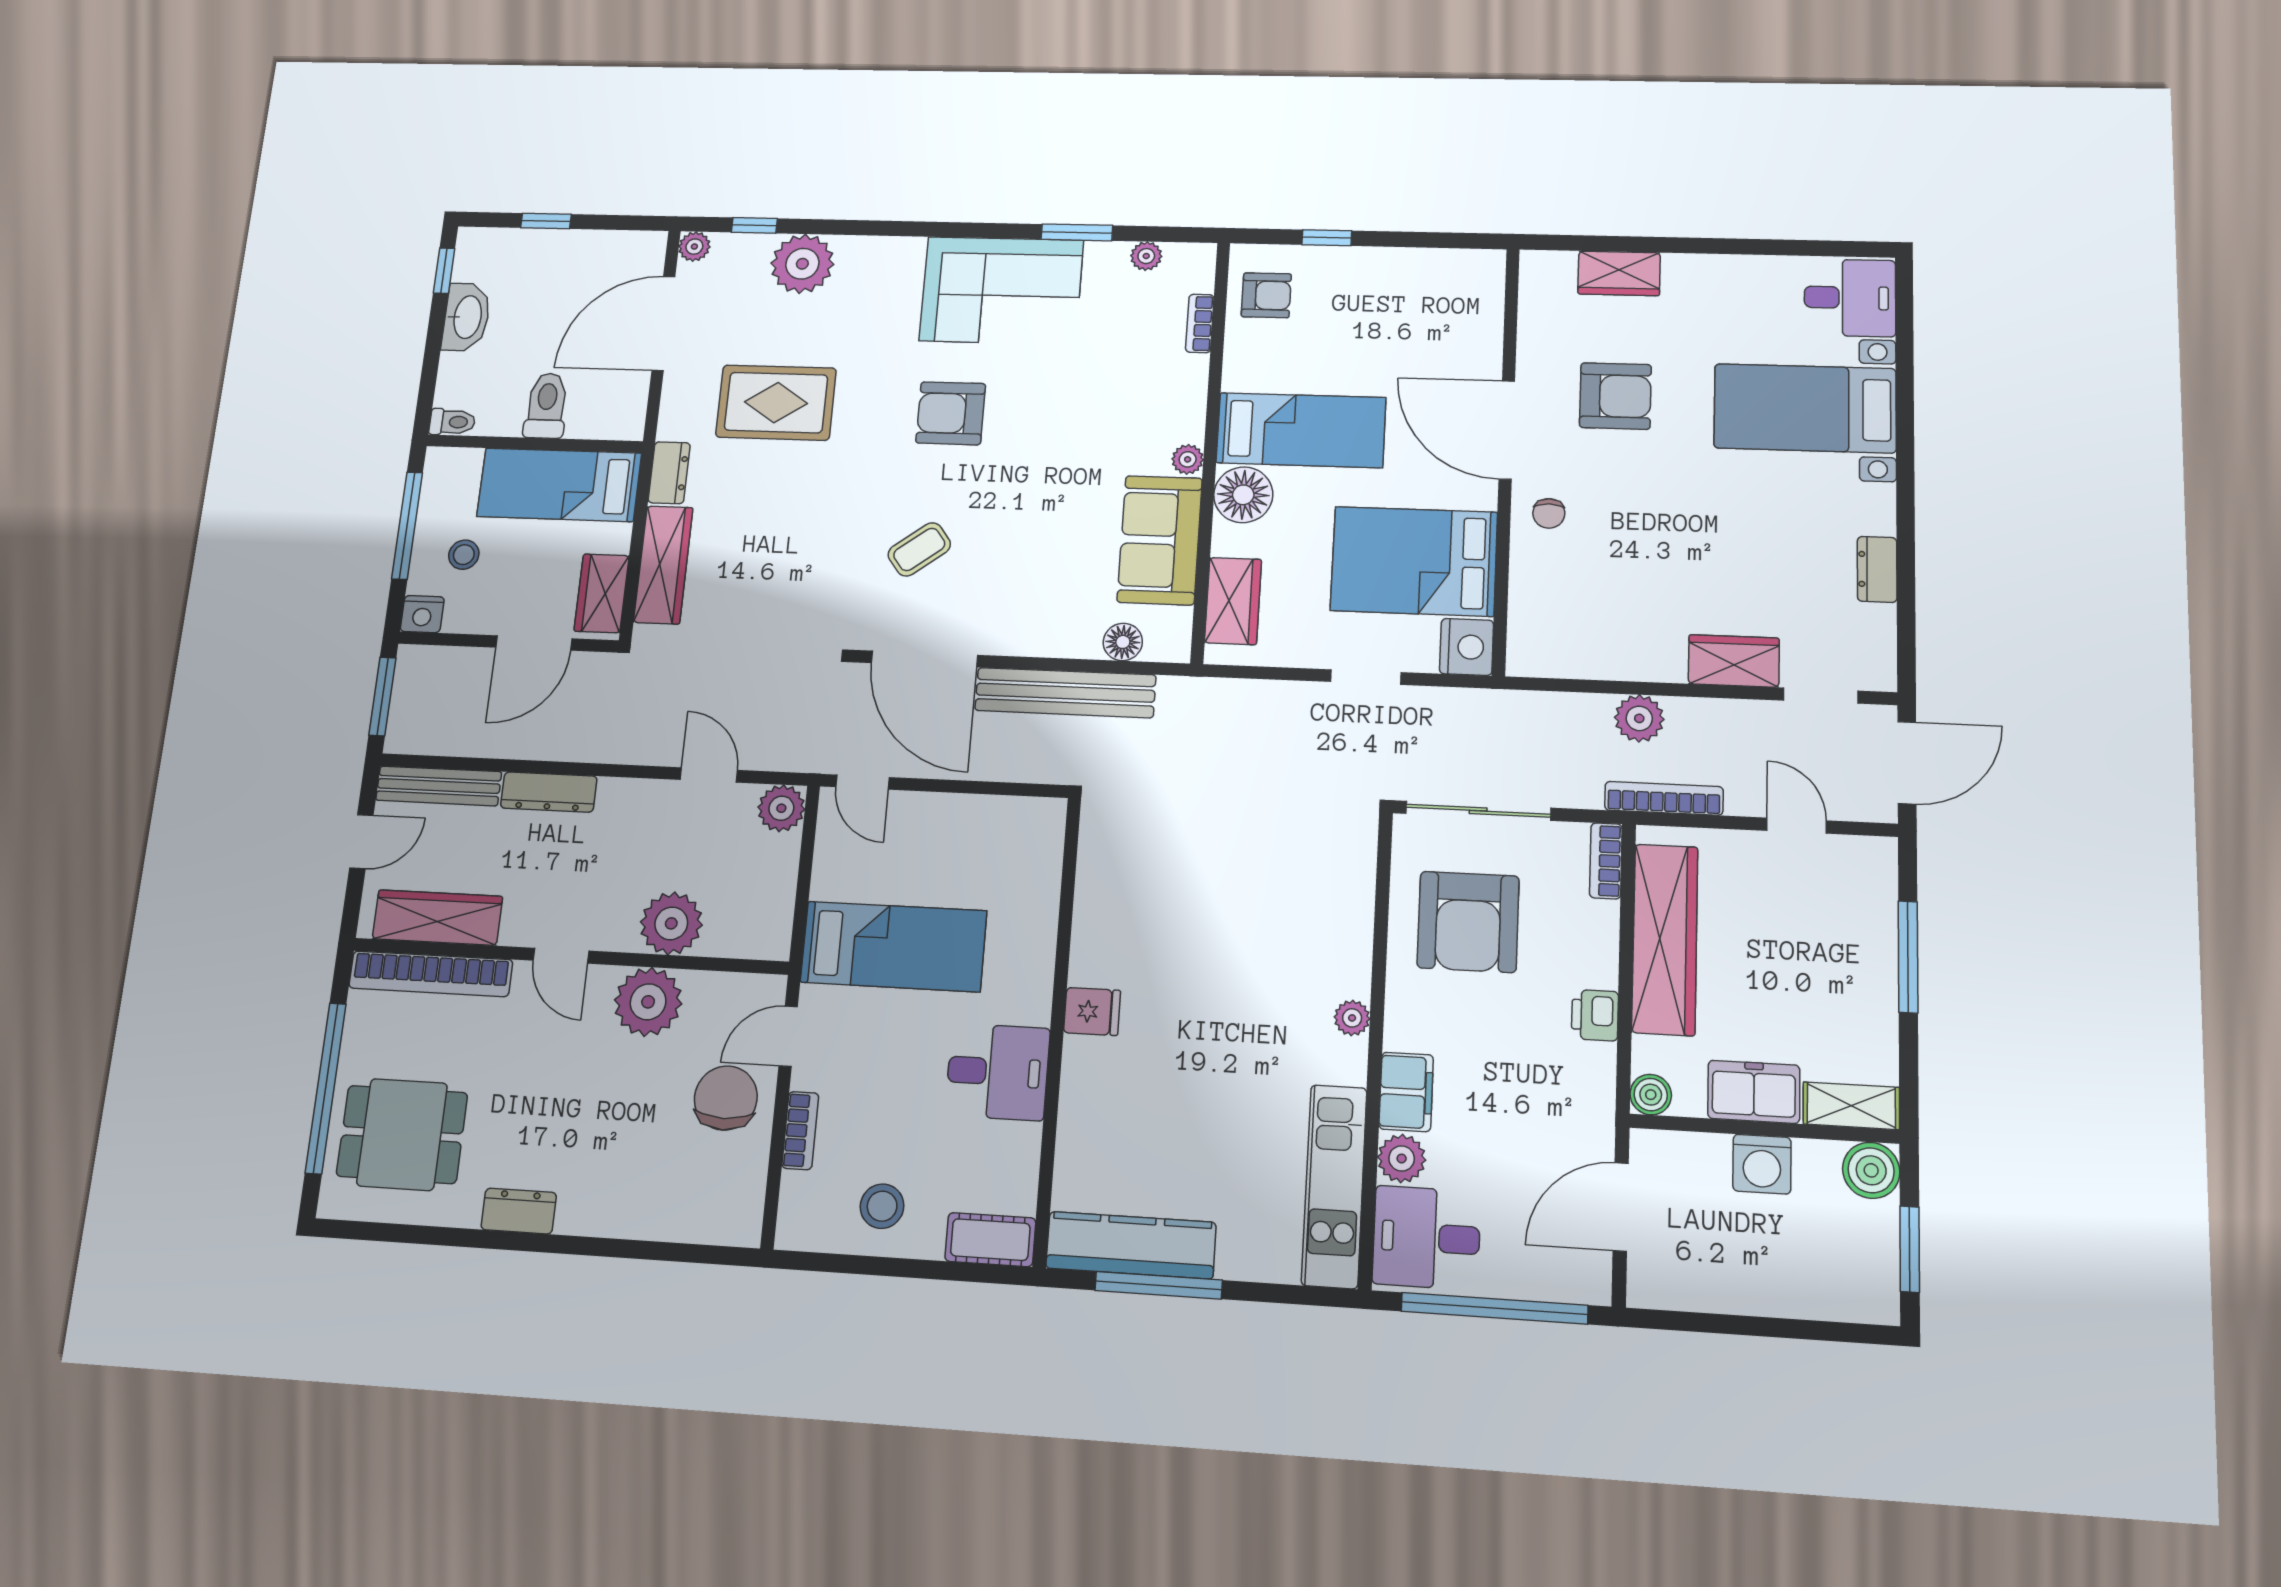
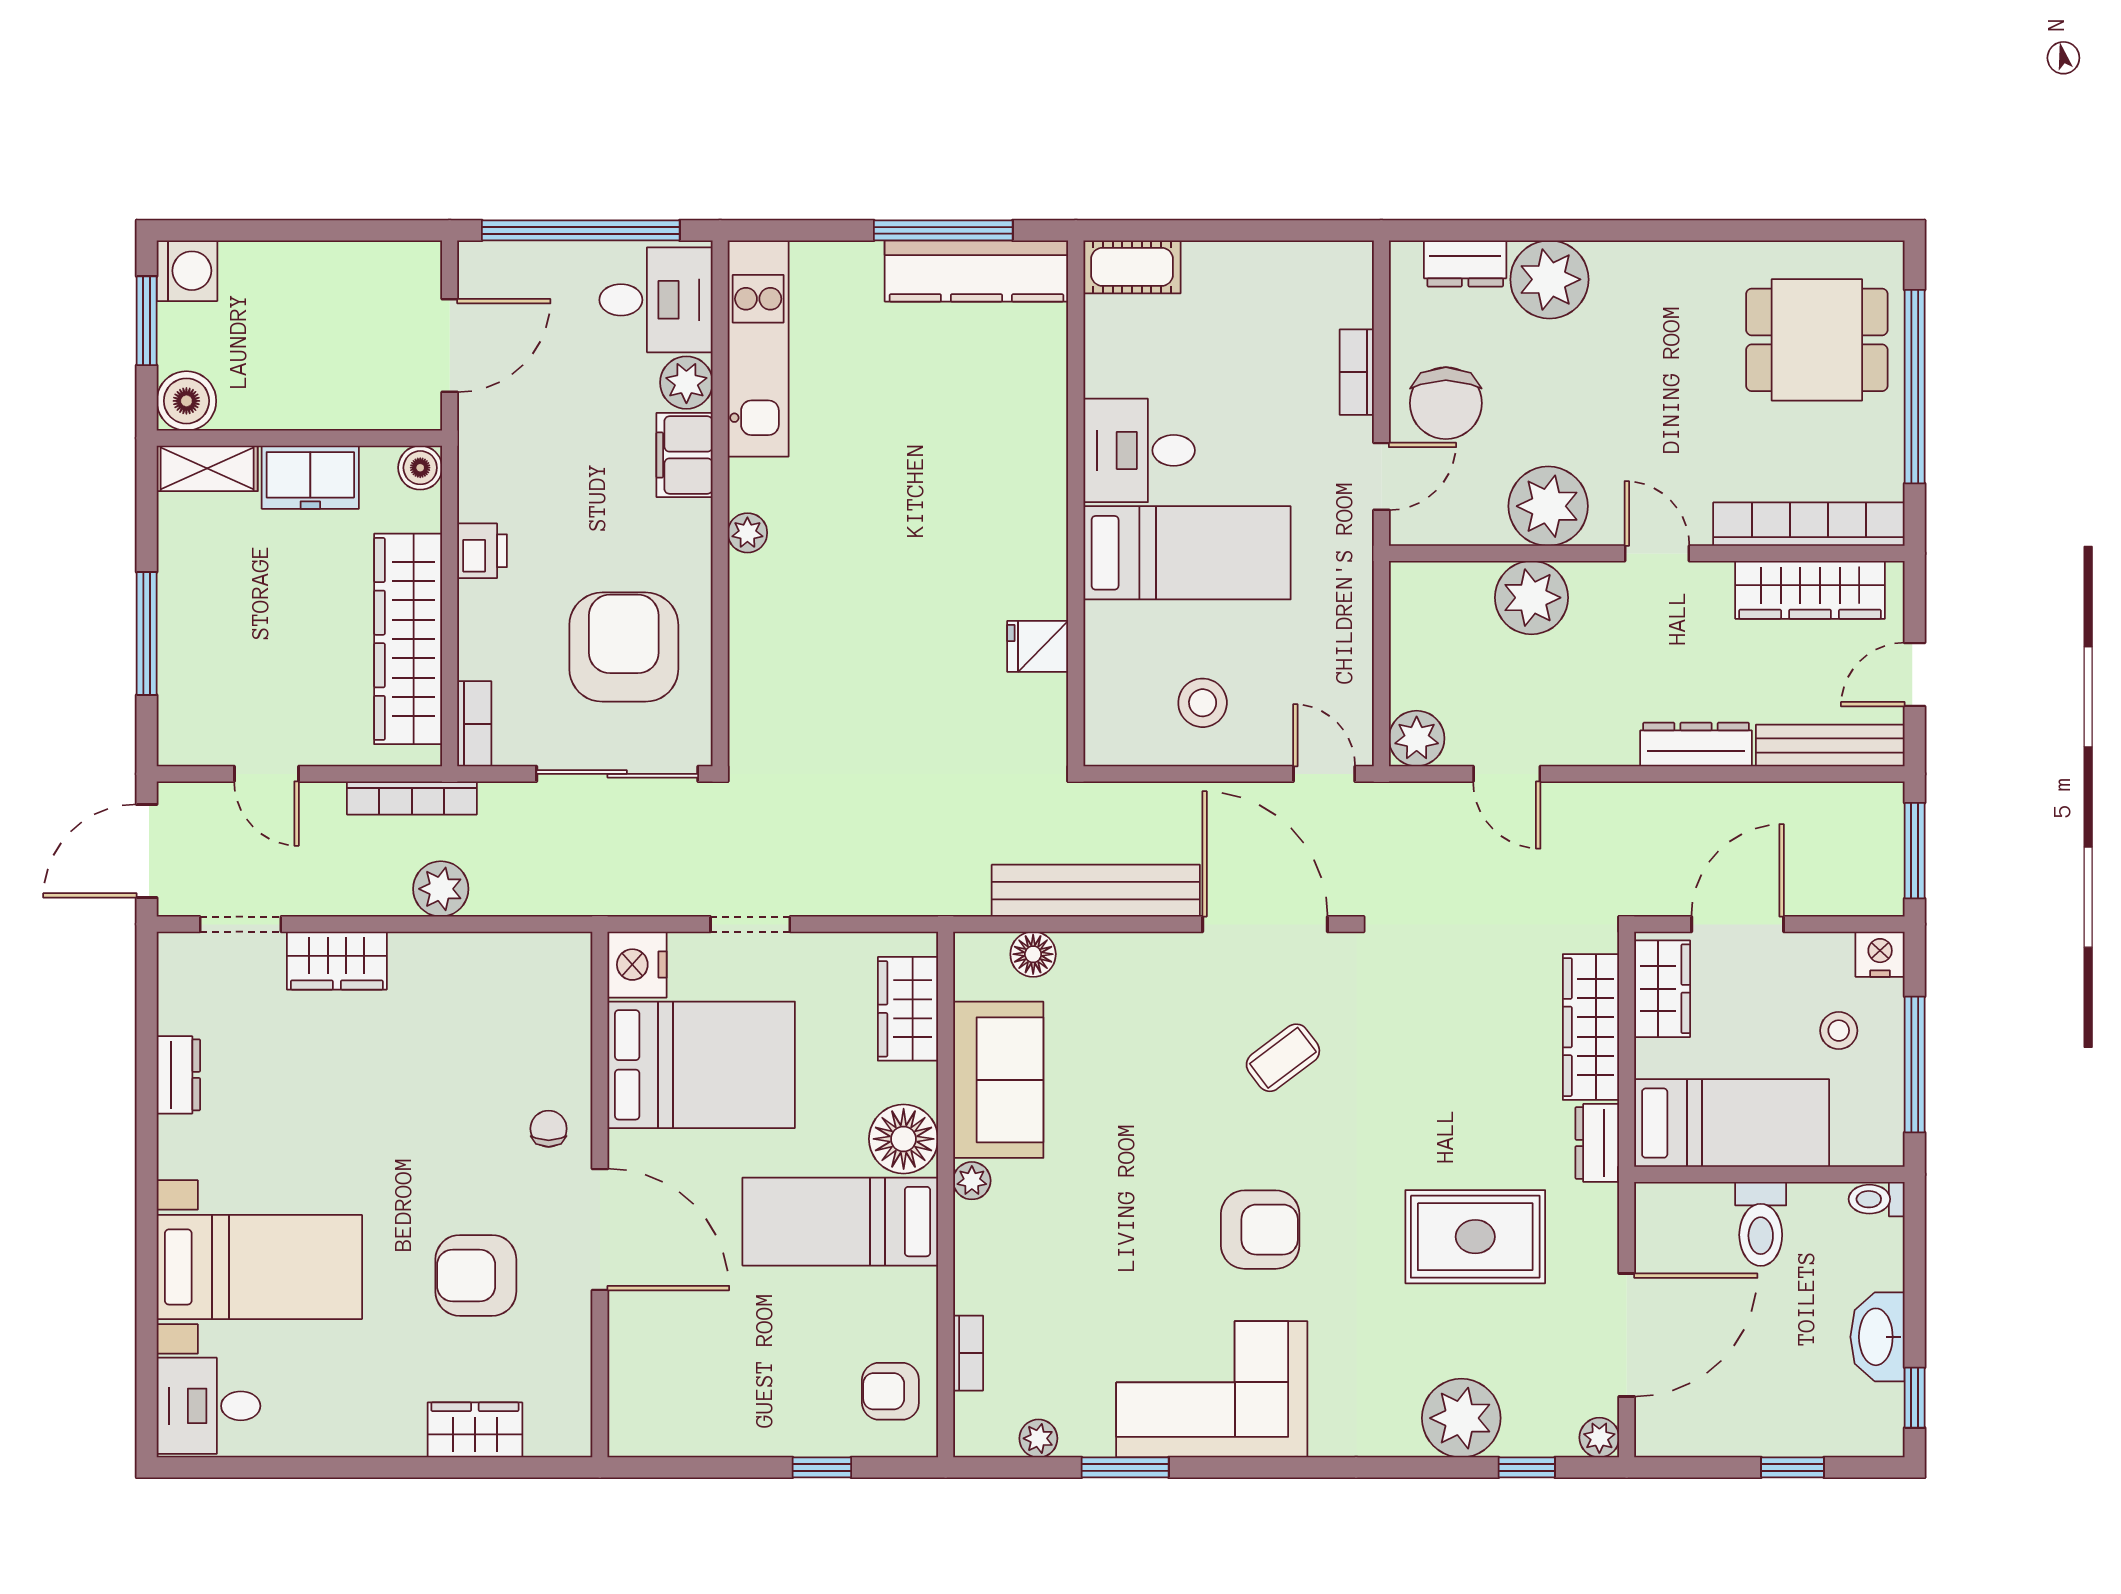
bed: (893, 946) -> (1187, 553), moved, turned 180
fridge: (1092, 1011) -> (1038, 646), moved
washing machine: (1762, 1164) -> (187, 271), moved, turned 90
plant: (624, 1204) -> (1549, 279), added
stool: (882, 1206) -> (1203, 703), moved
dresser: (519, 1211) -> (1465, 264), moved

